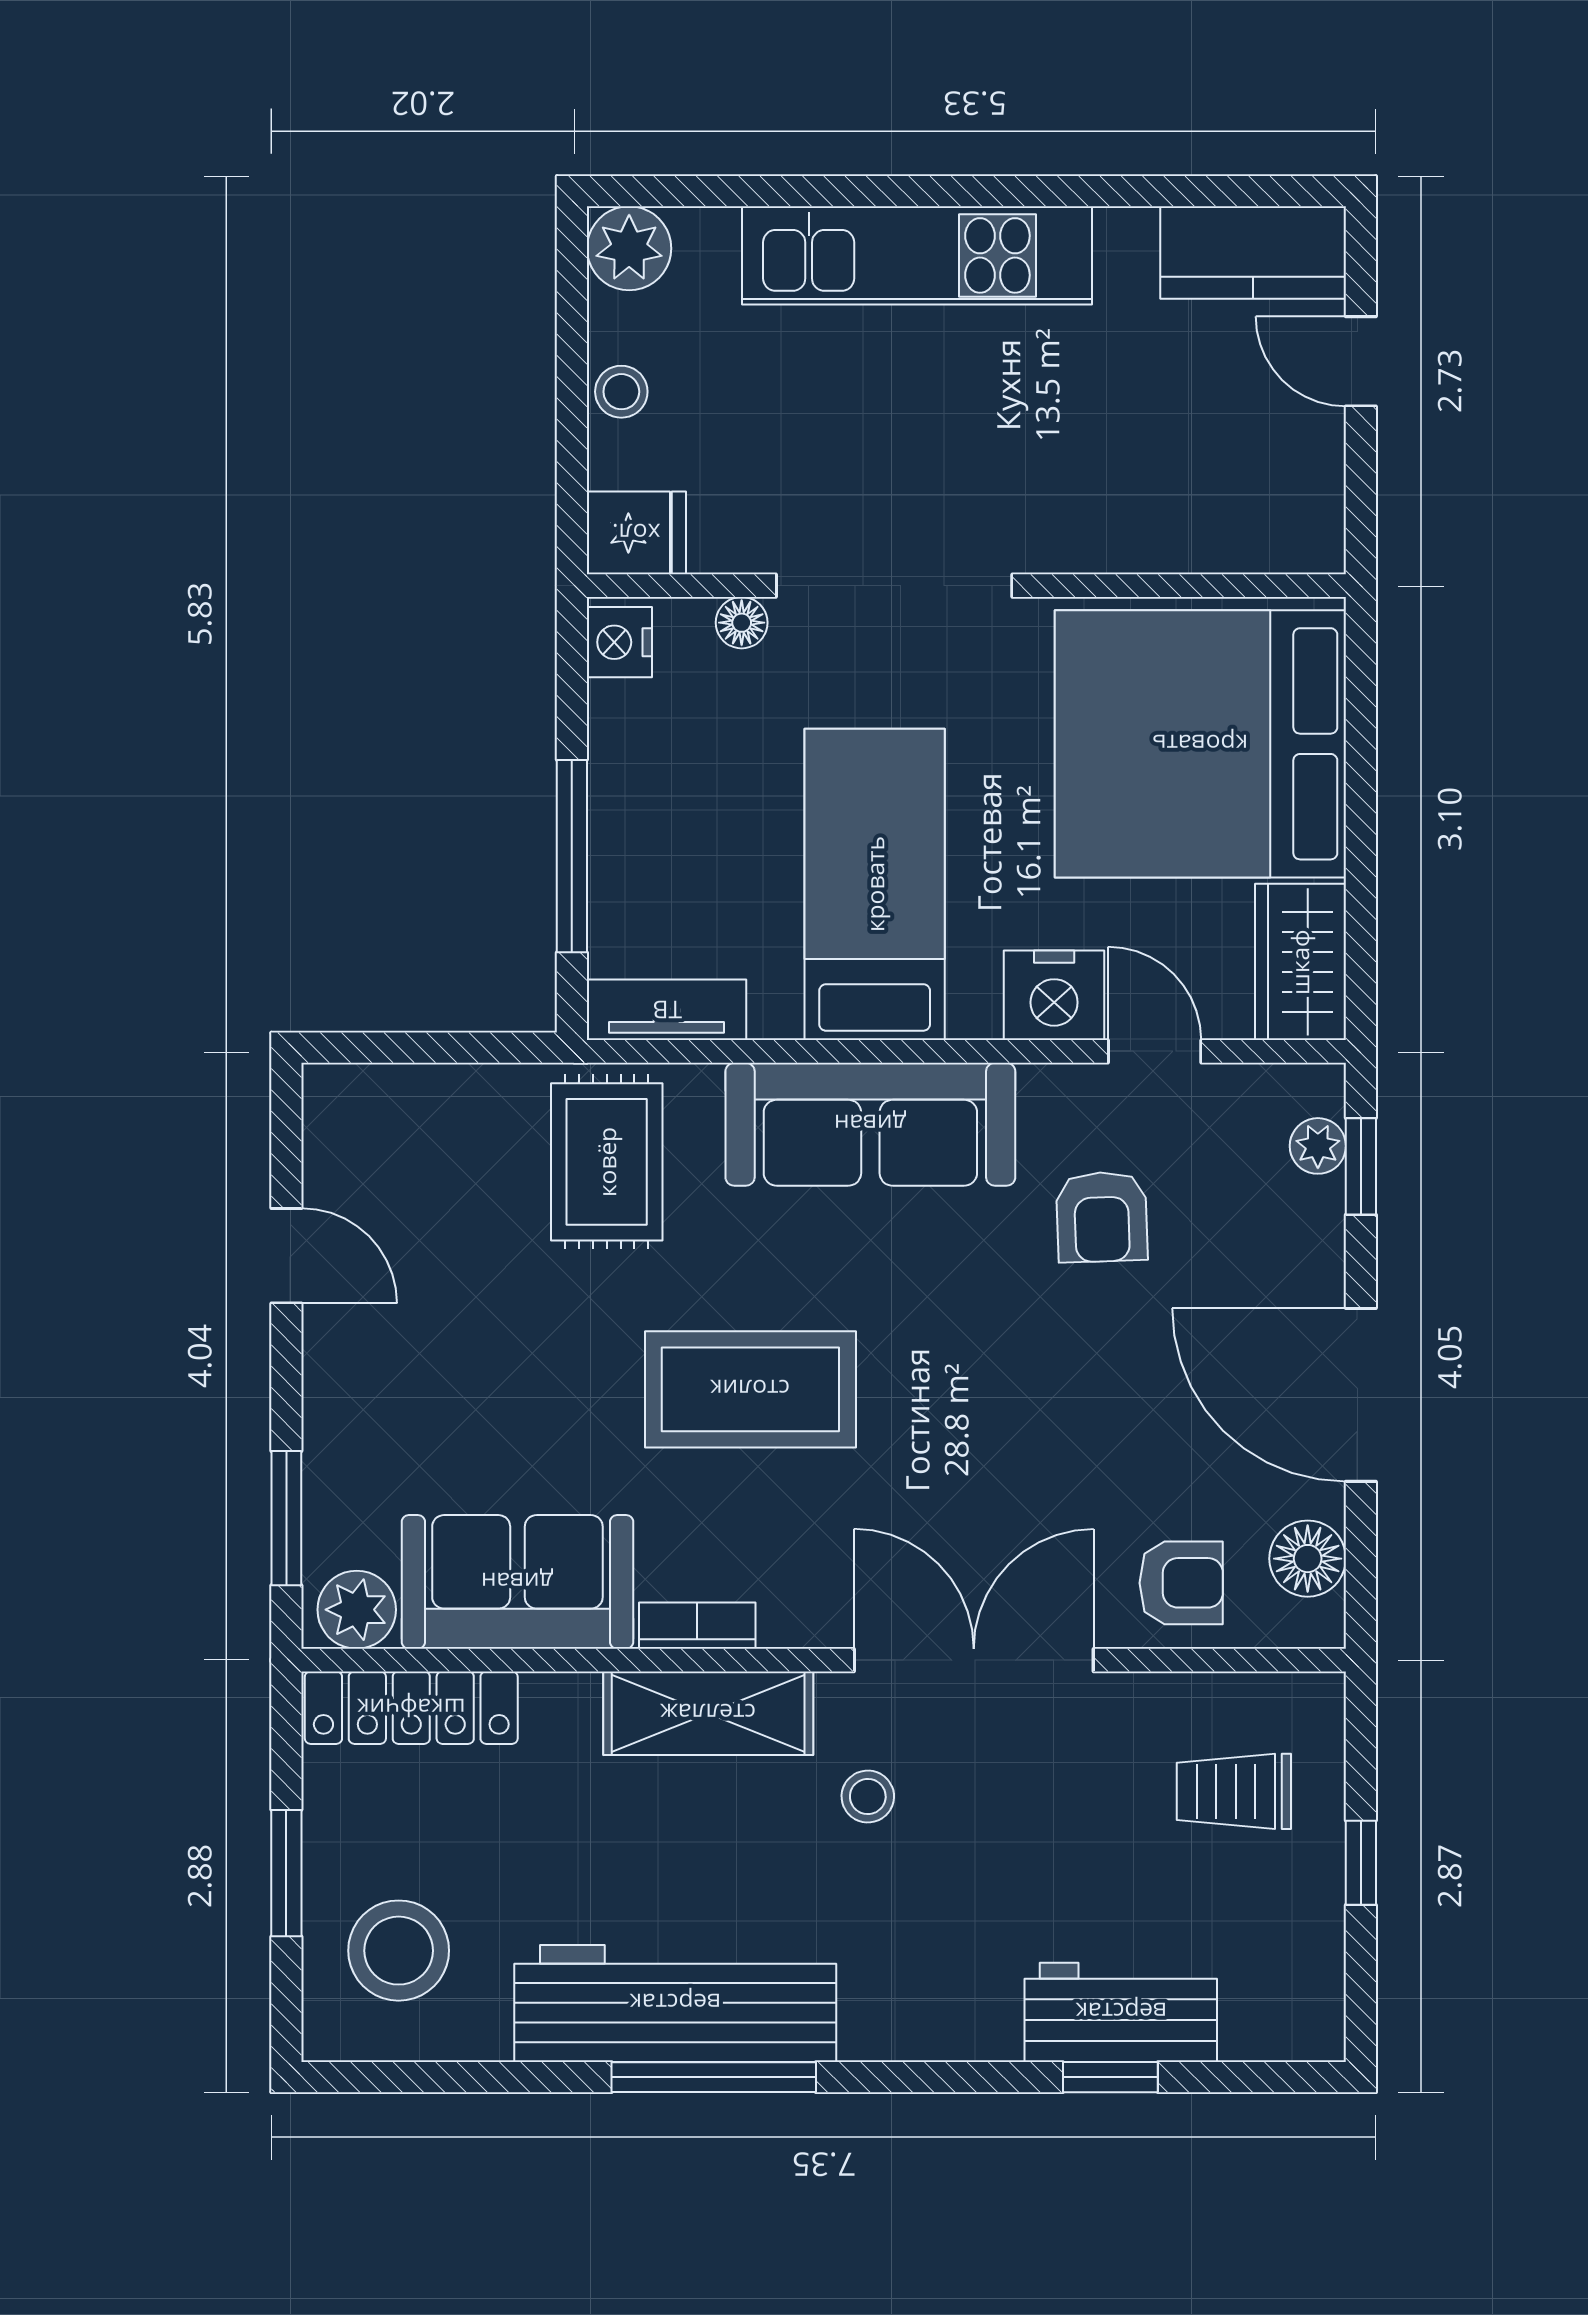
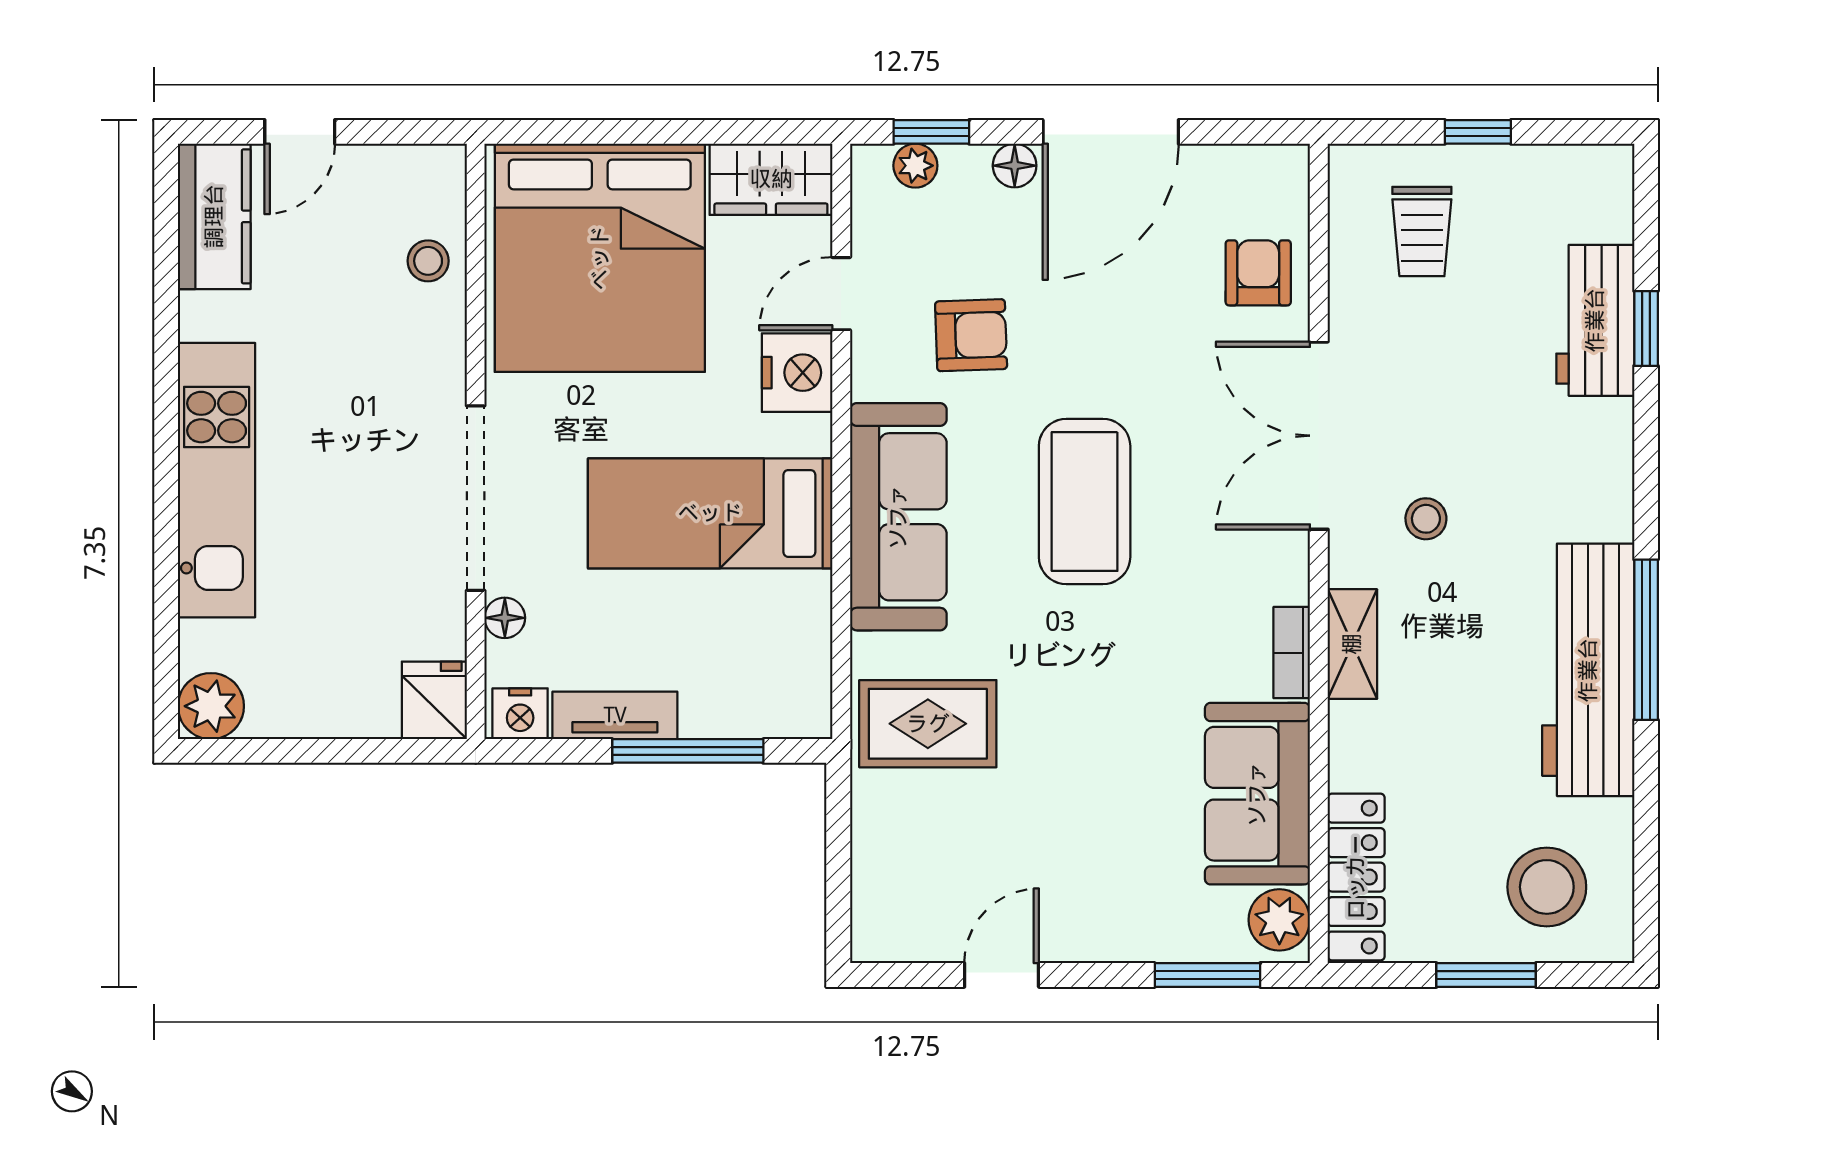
stool: (621, 392) -> (428, 261), moved
tv unit: (667, 1010) -> (615, 715), moved, turned 90
coffee table: (750, 1389) -> (1085, 502), moved
floor lamp: (1308, 1559) -> (1015, 166), moved, width x0.73, depth x0.73
shelving: (708, 1713) -> (1352, 644), width x0.67, depth x0.75

